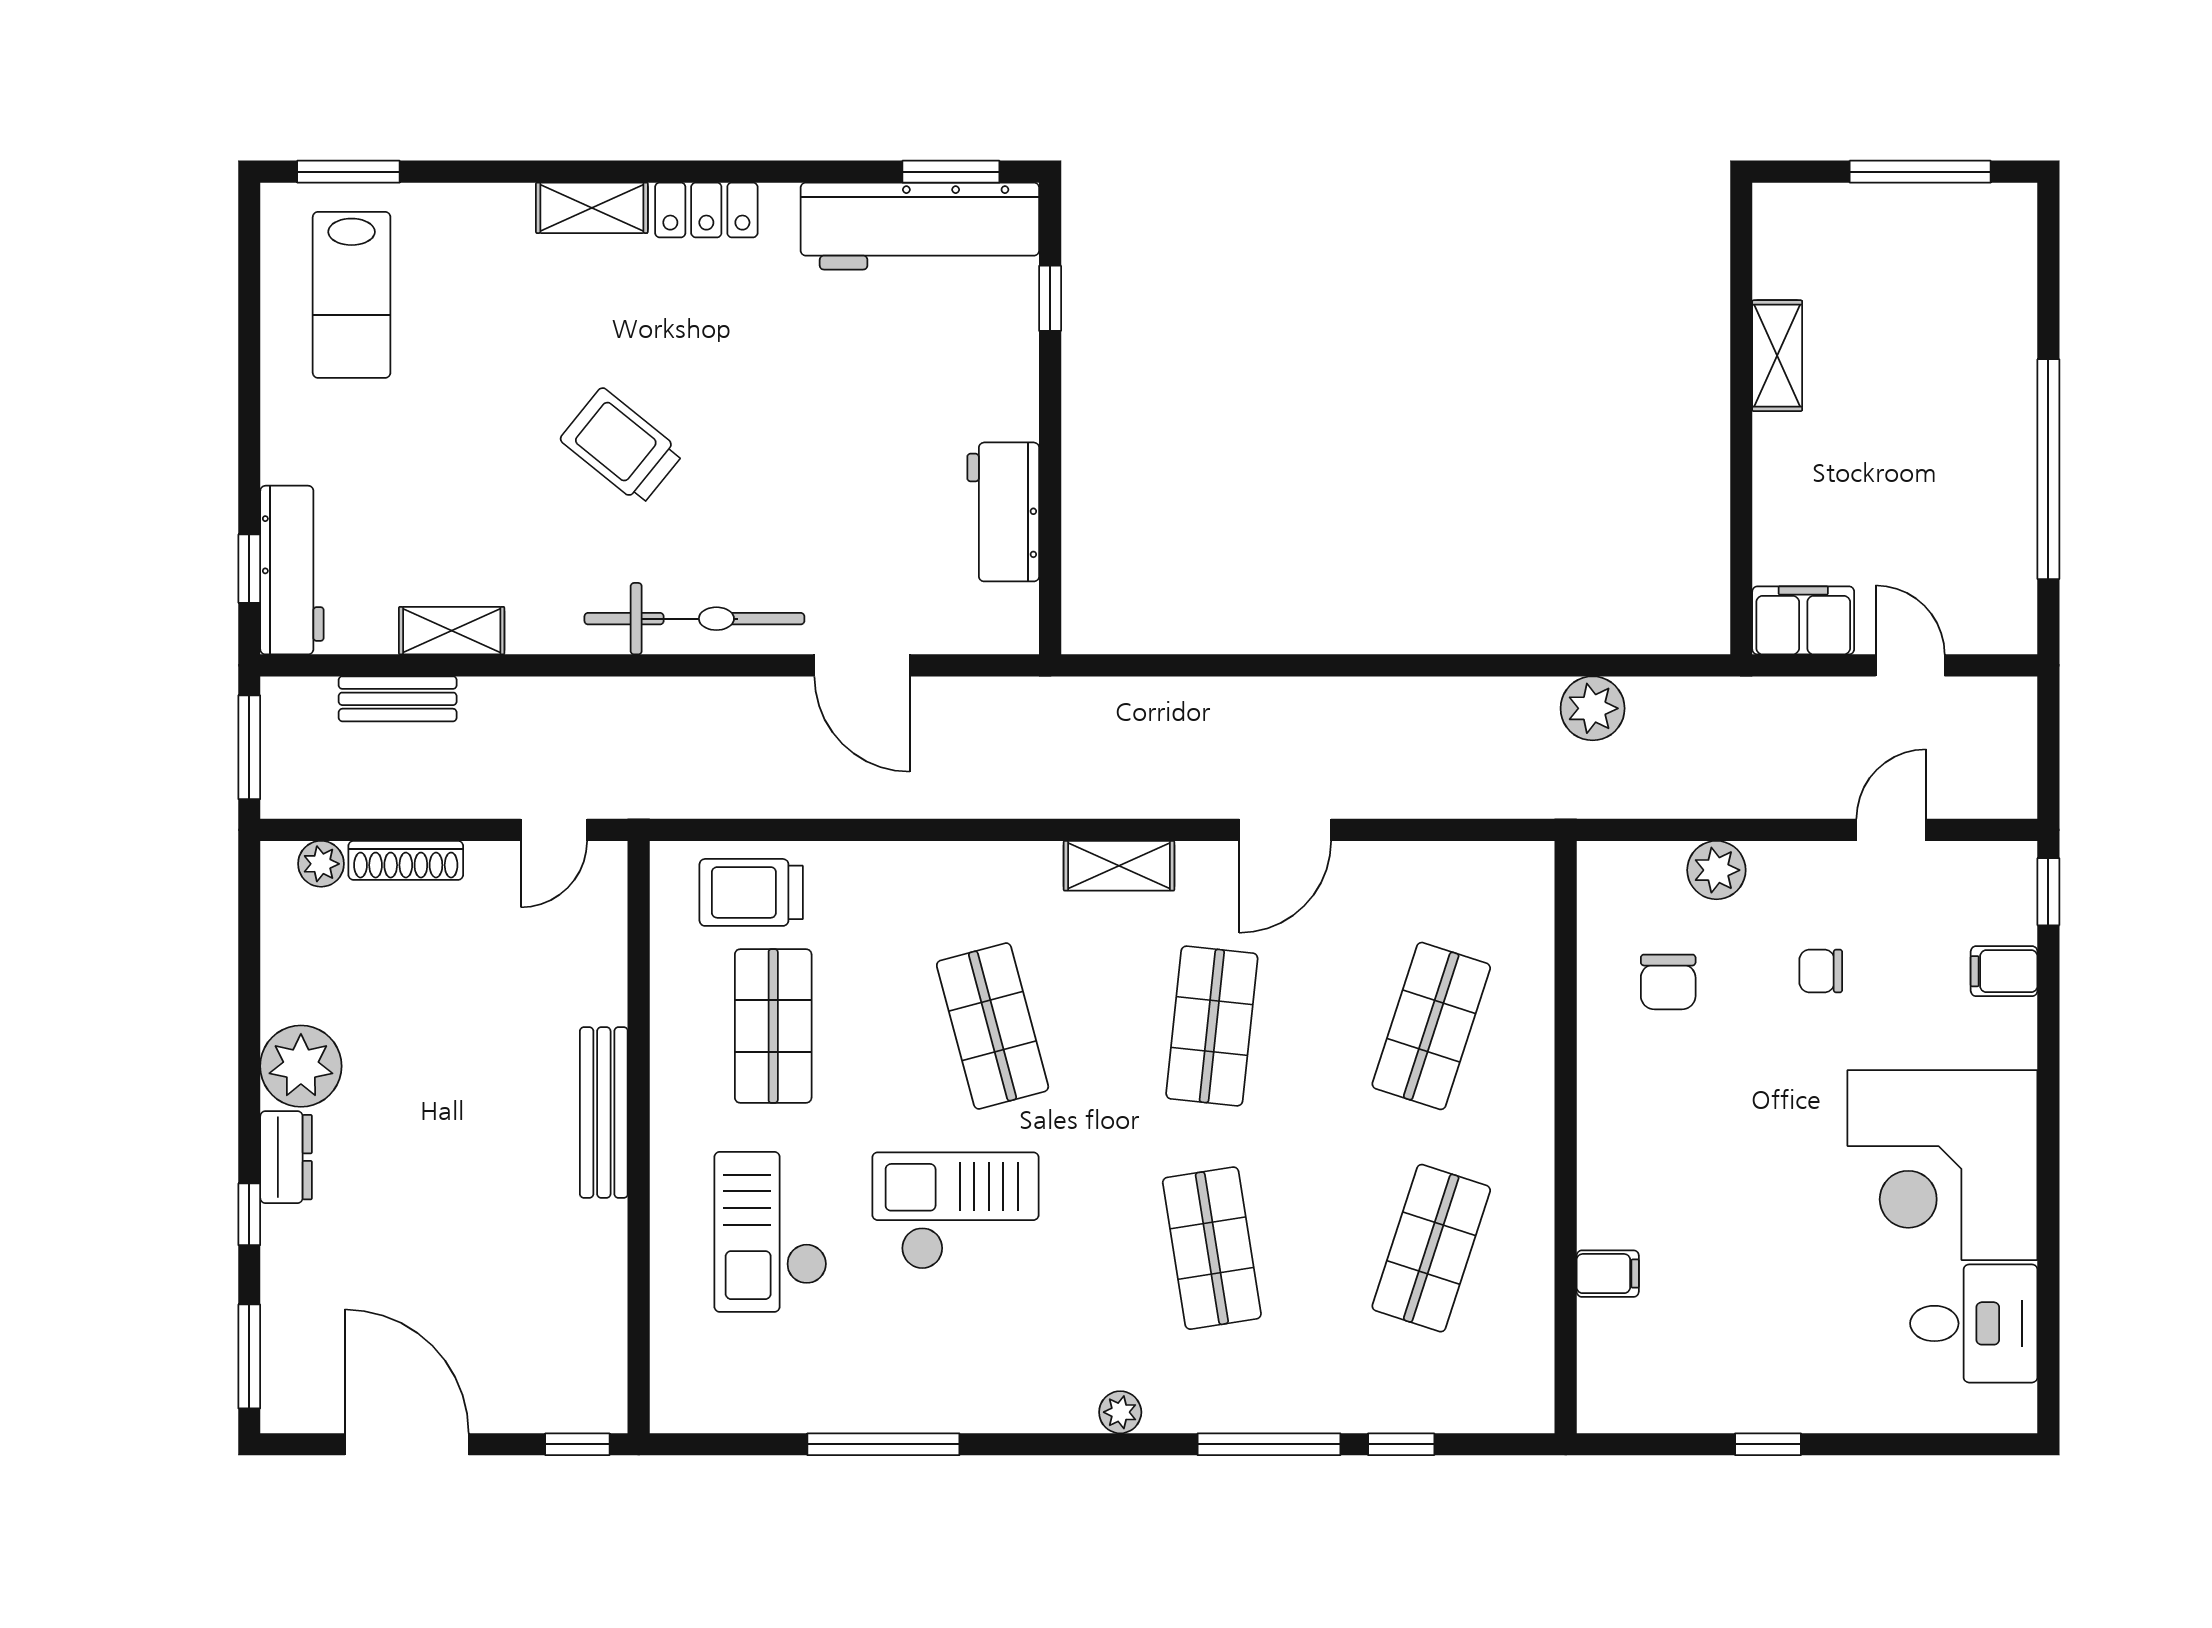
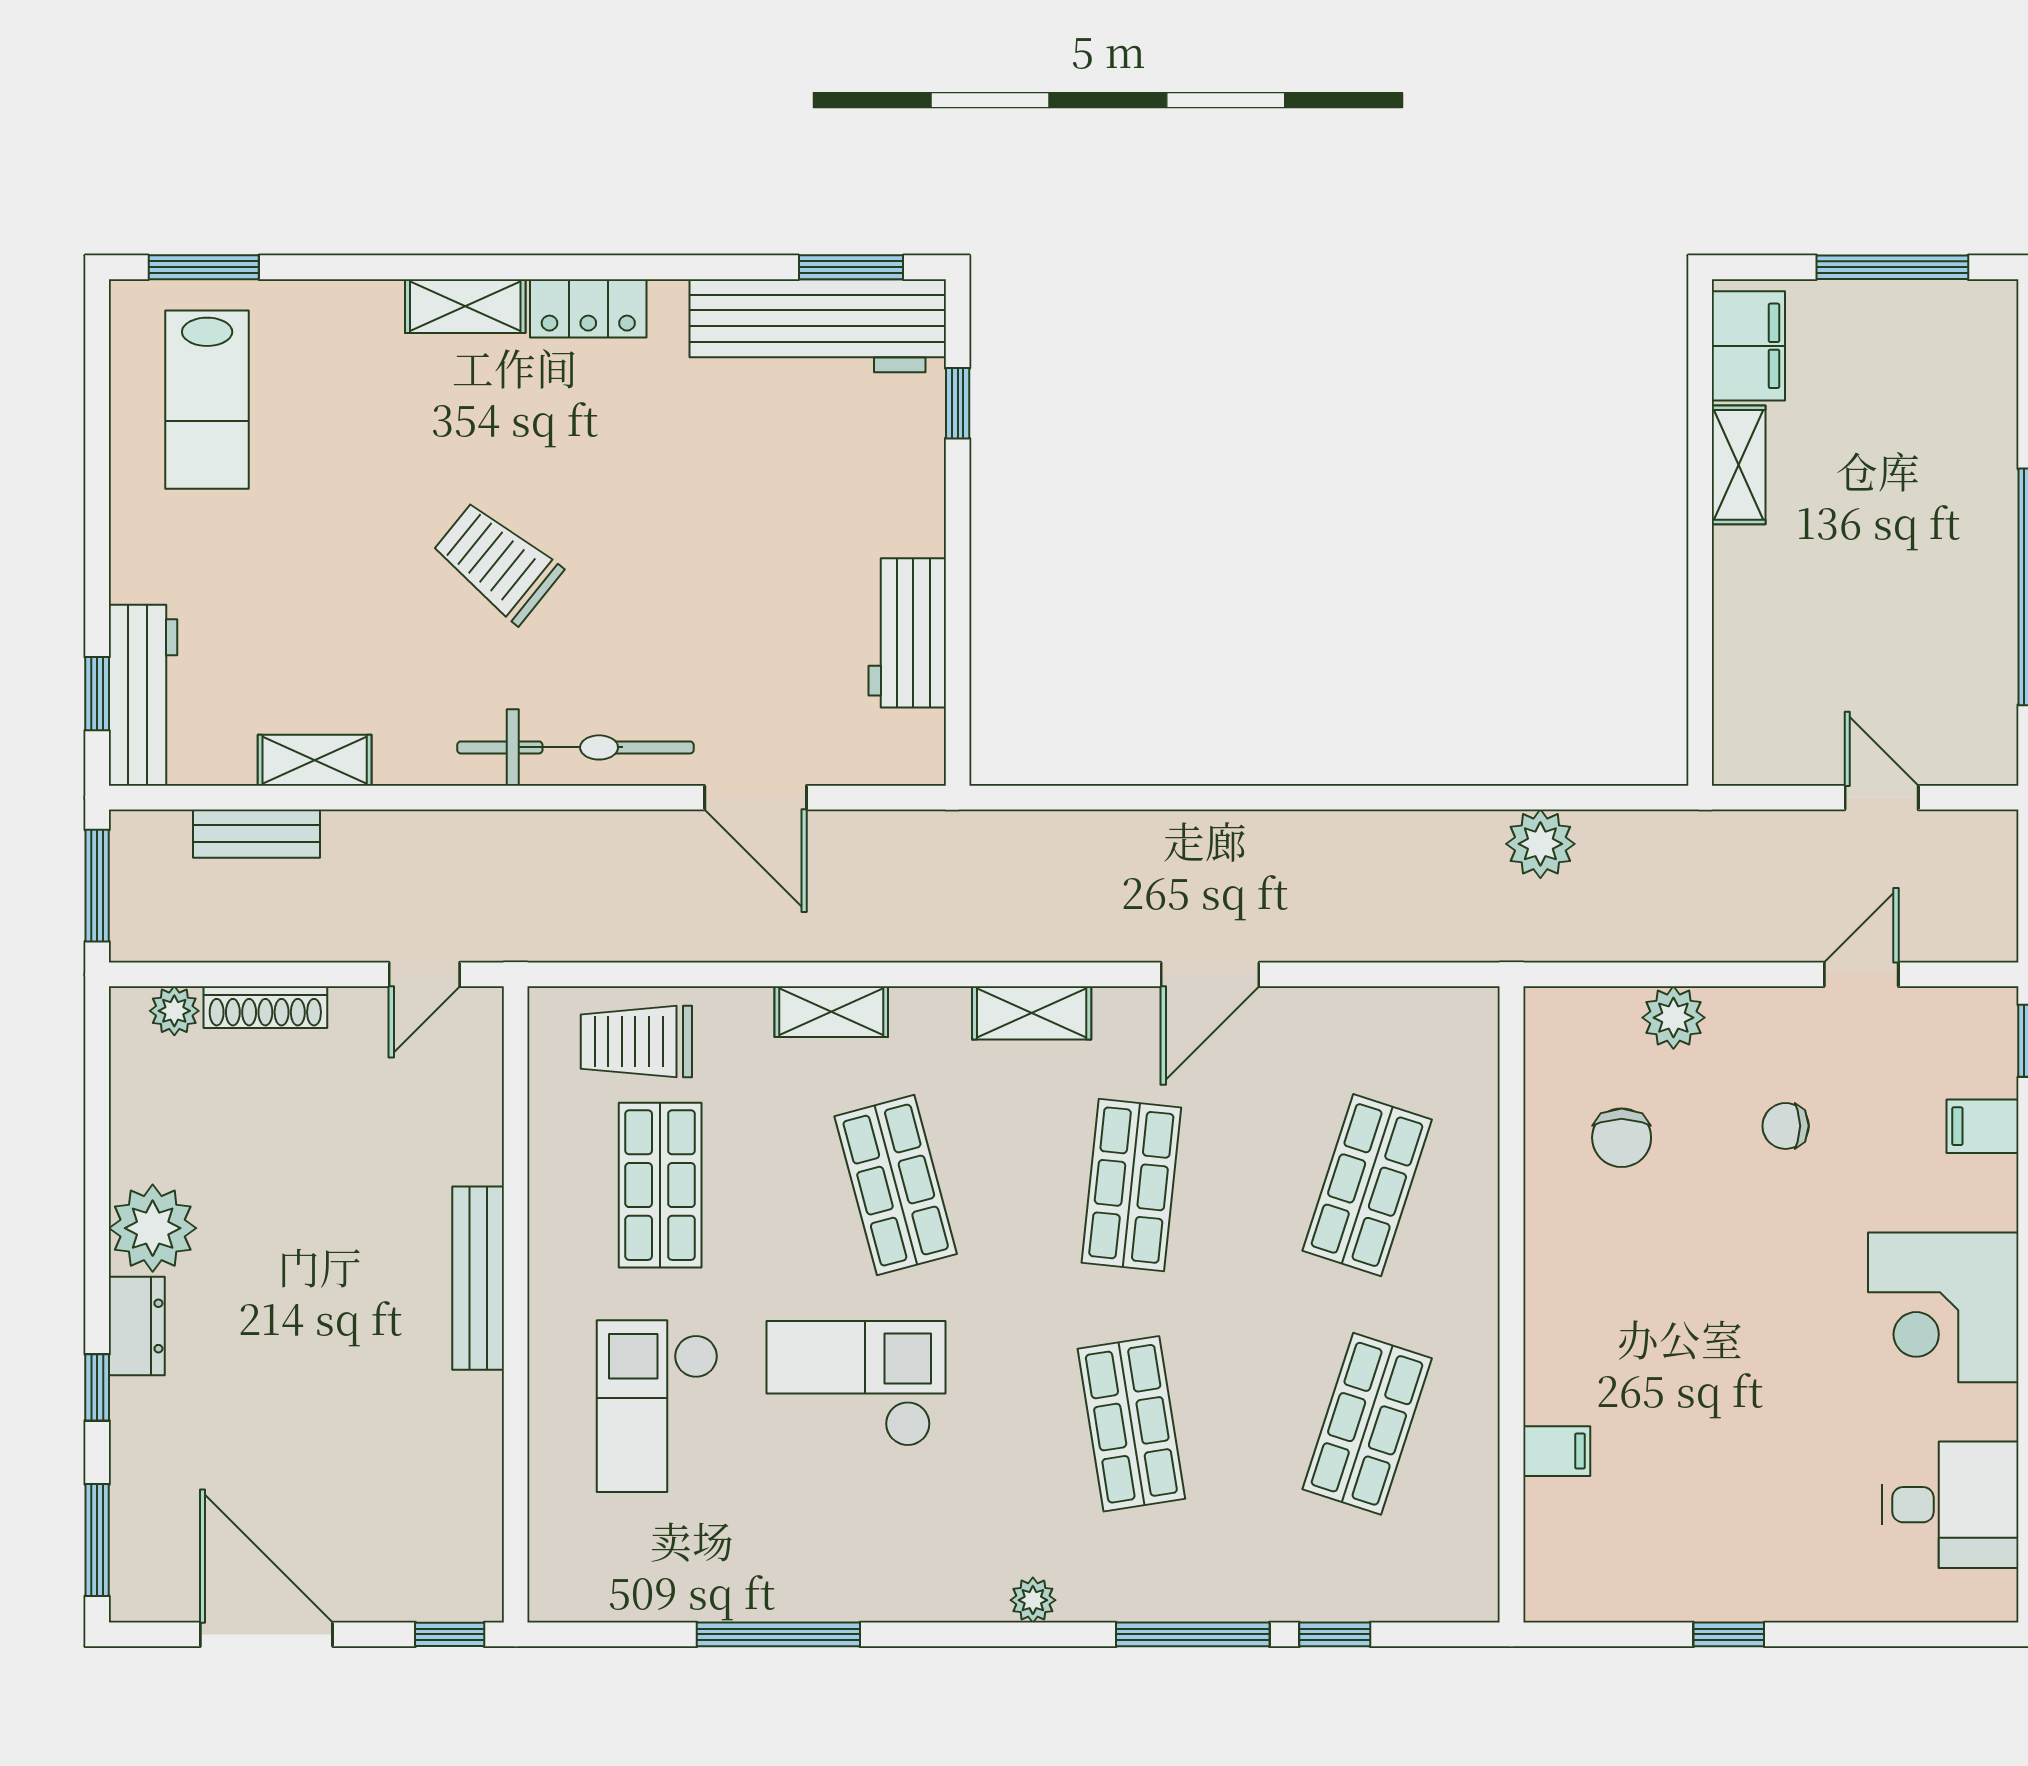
filing cabinet: (1803, 620) -> (1748, 346), moved, turned 90
shelving: (933, 865) -> (831, 1012), added
corner desk: (1942, 1165) -> (1943, 1307), width x0.74, depth x0.74

